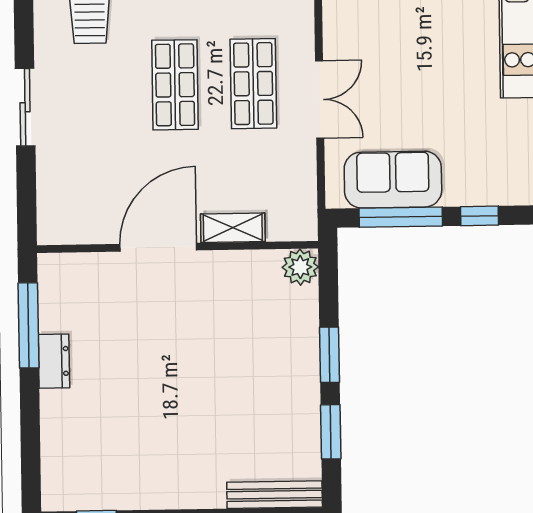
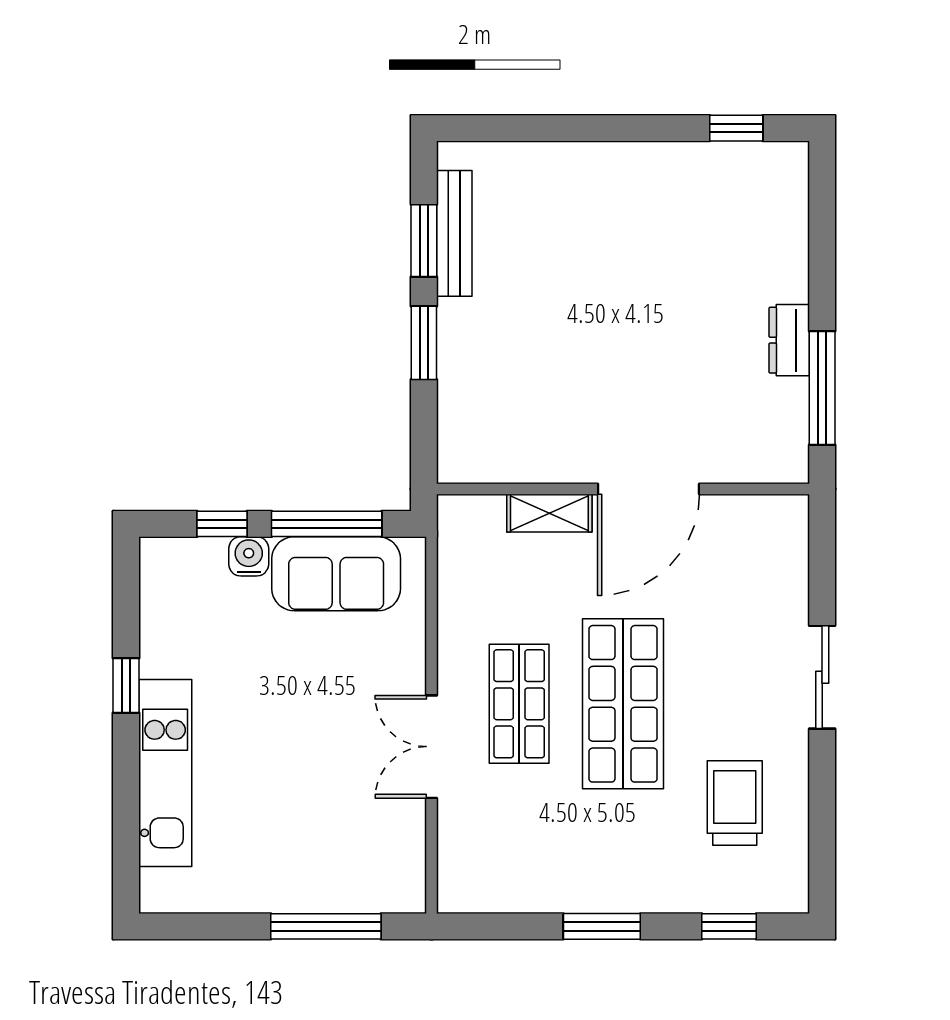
shop shelf: (175, 85) -> (623, 704), width x1.43, depth x1.36
double door: (320, 99) -> (432, 747), moved
water cooler: (459, 192) -> (249, 556), added
plant: (300, 267) -> (461, 460), removed
bench: (275, 495) -> (454, 233), moved, turned 90

